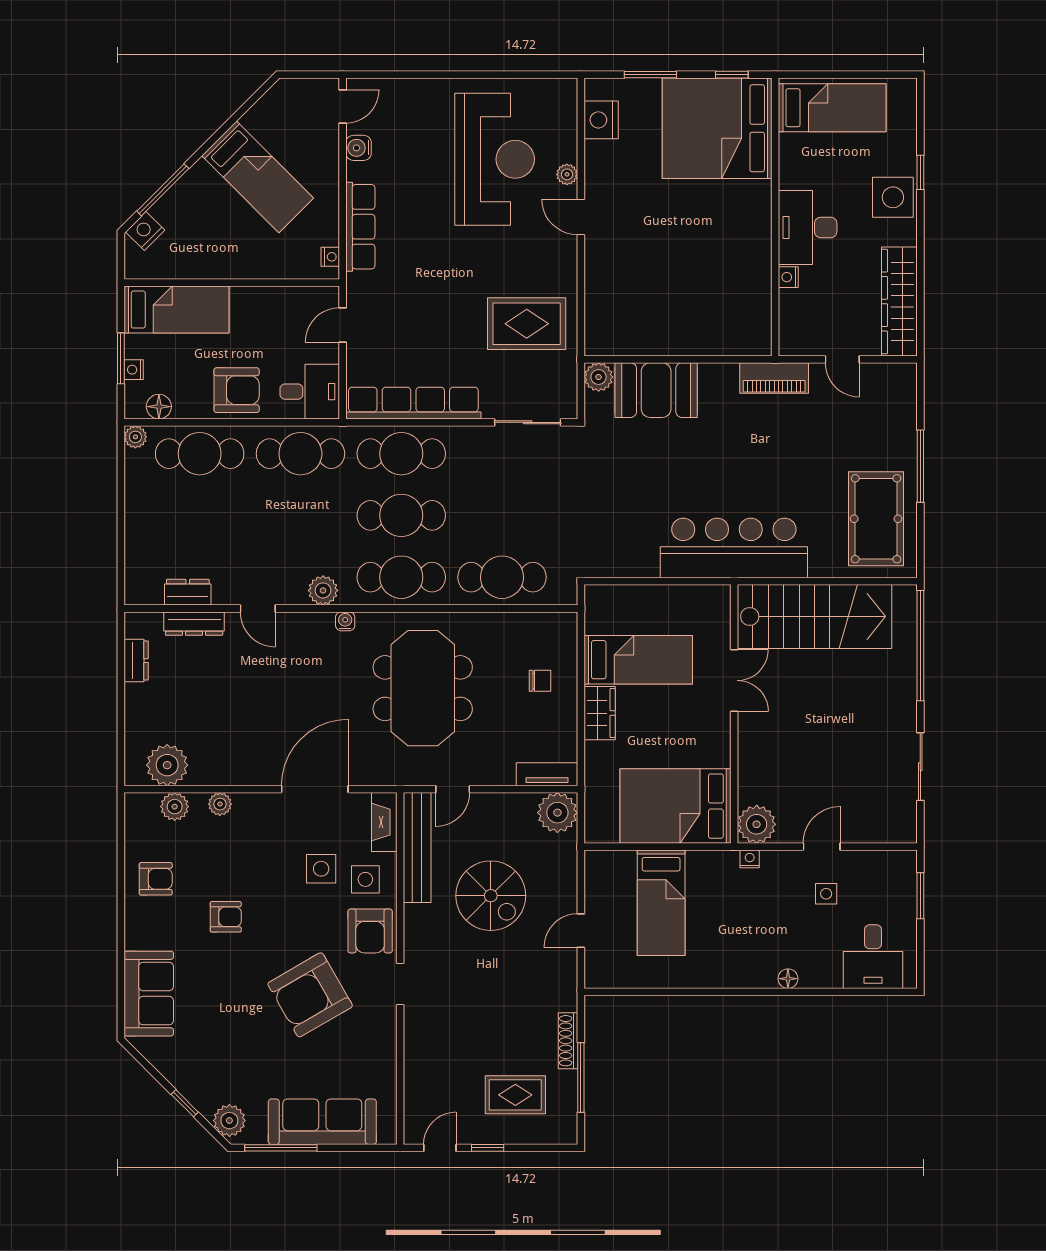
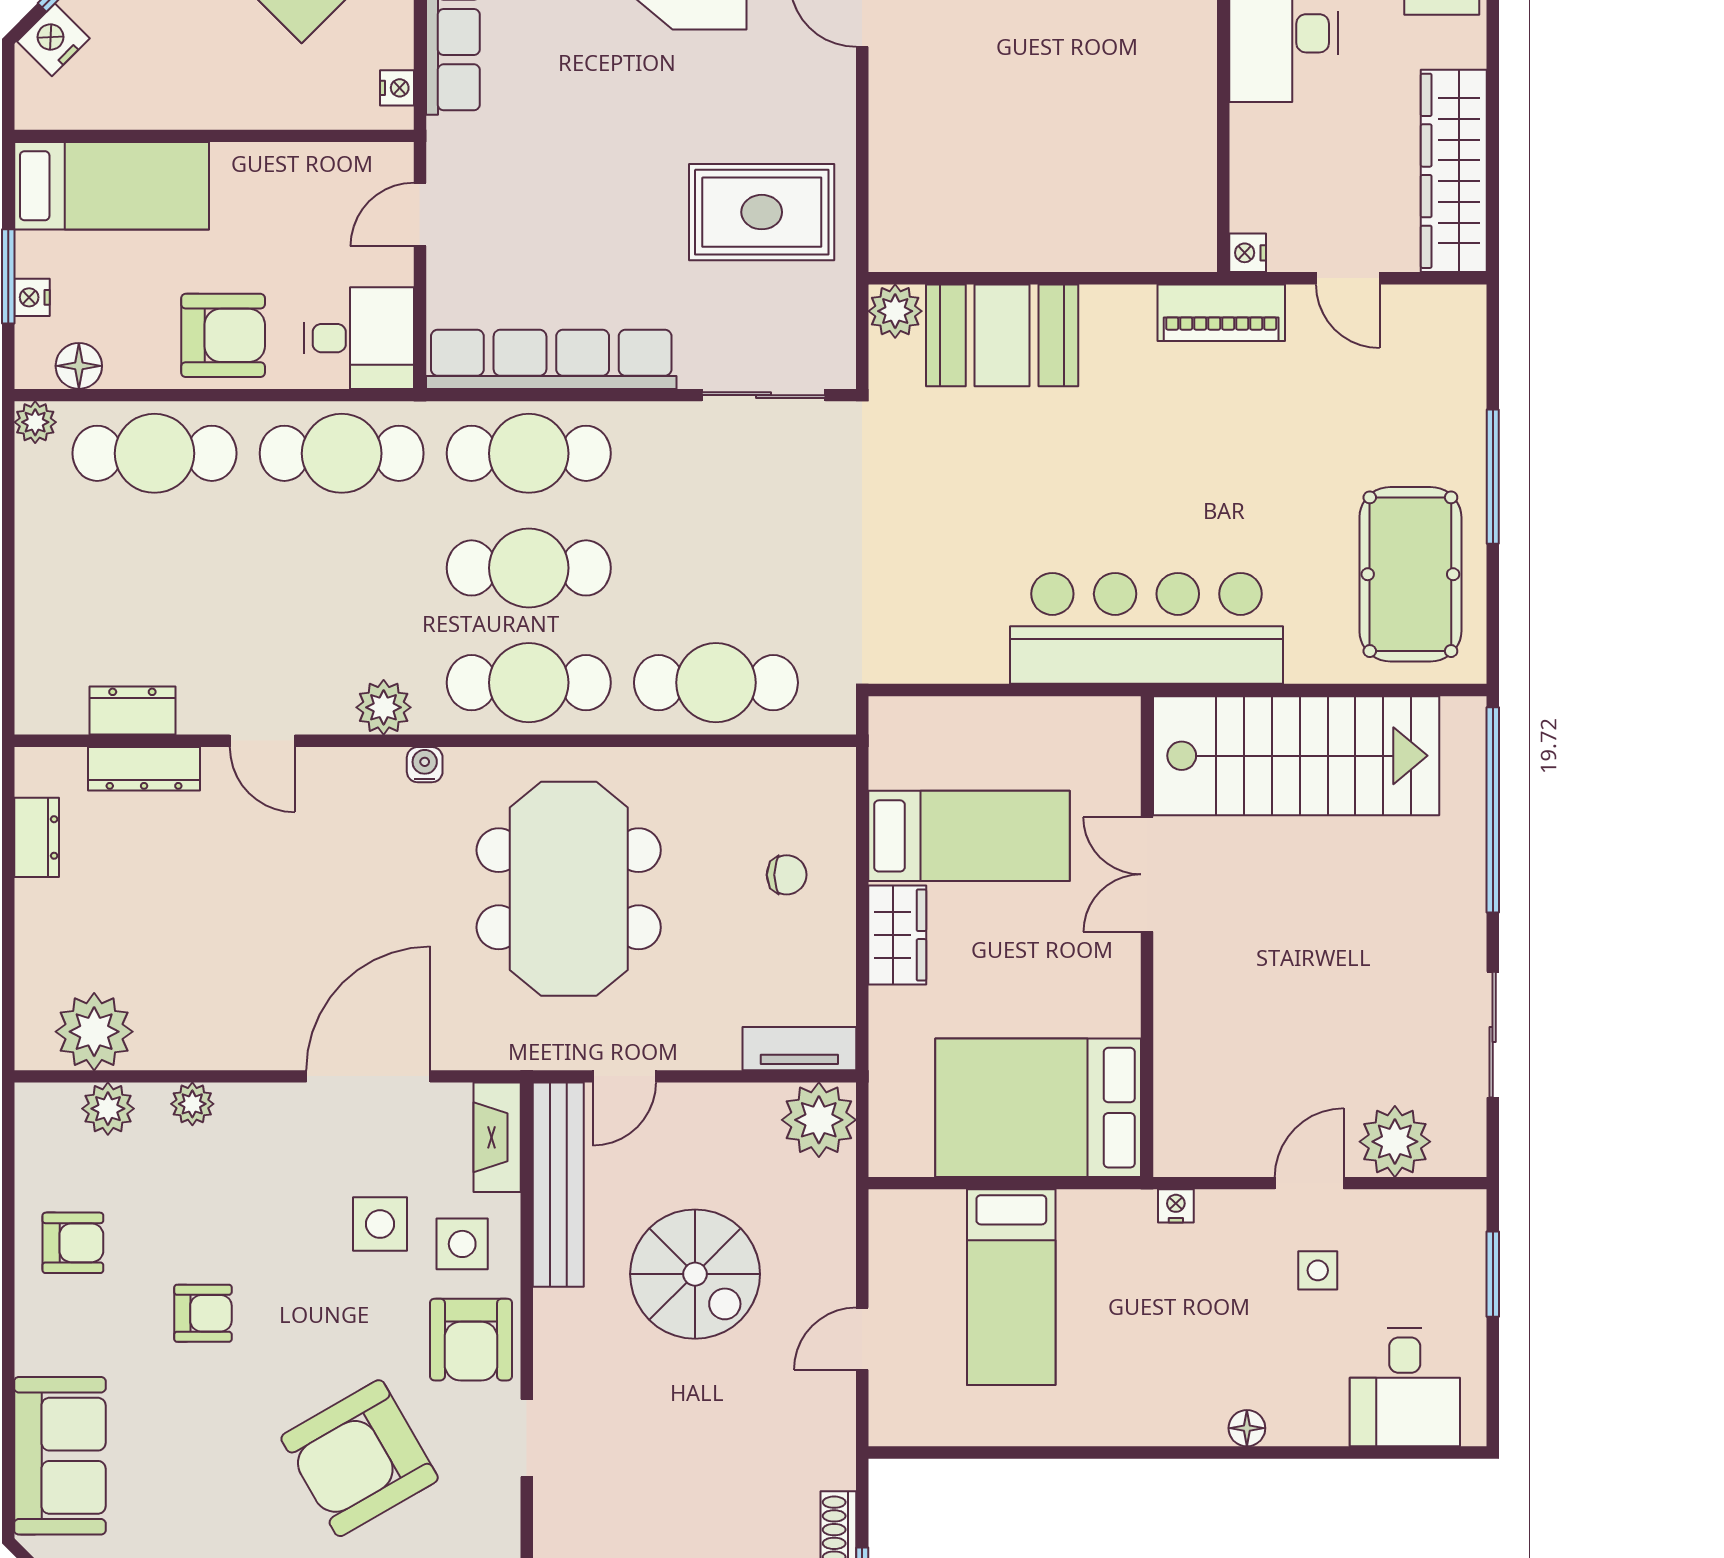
nightstand: (788, 277) -> (1248, 253), moved
double door: (734, 680) -> (1147, 874), swing flipped
plant: (757, 824) -> (1395, 1142), moved

